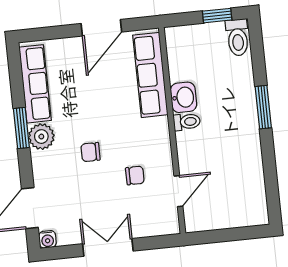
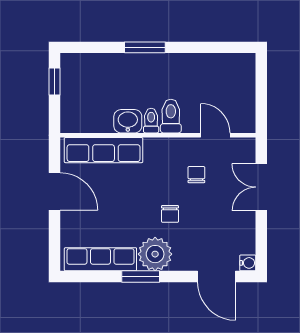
toilet: (238, 37) -> (171, 116), moved, turned -90
plant: (41, 137) -> (155, 254), width x1.36, depth x1.36
double door: (108, 247) -> (261, 187), moved

